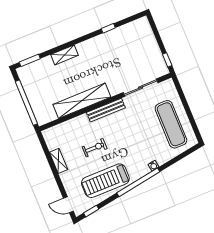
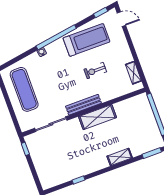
shelving: (82, 101) -> (97, 117), width x0.68
shelving: (59, 161) -> (133, 73), moved

